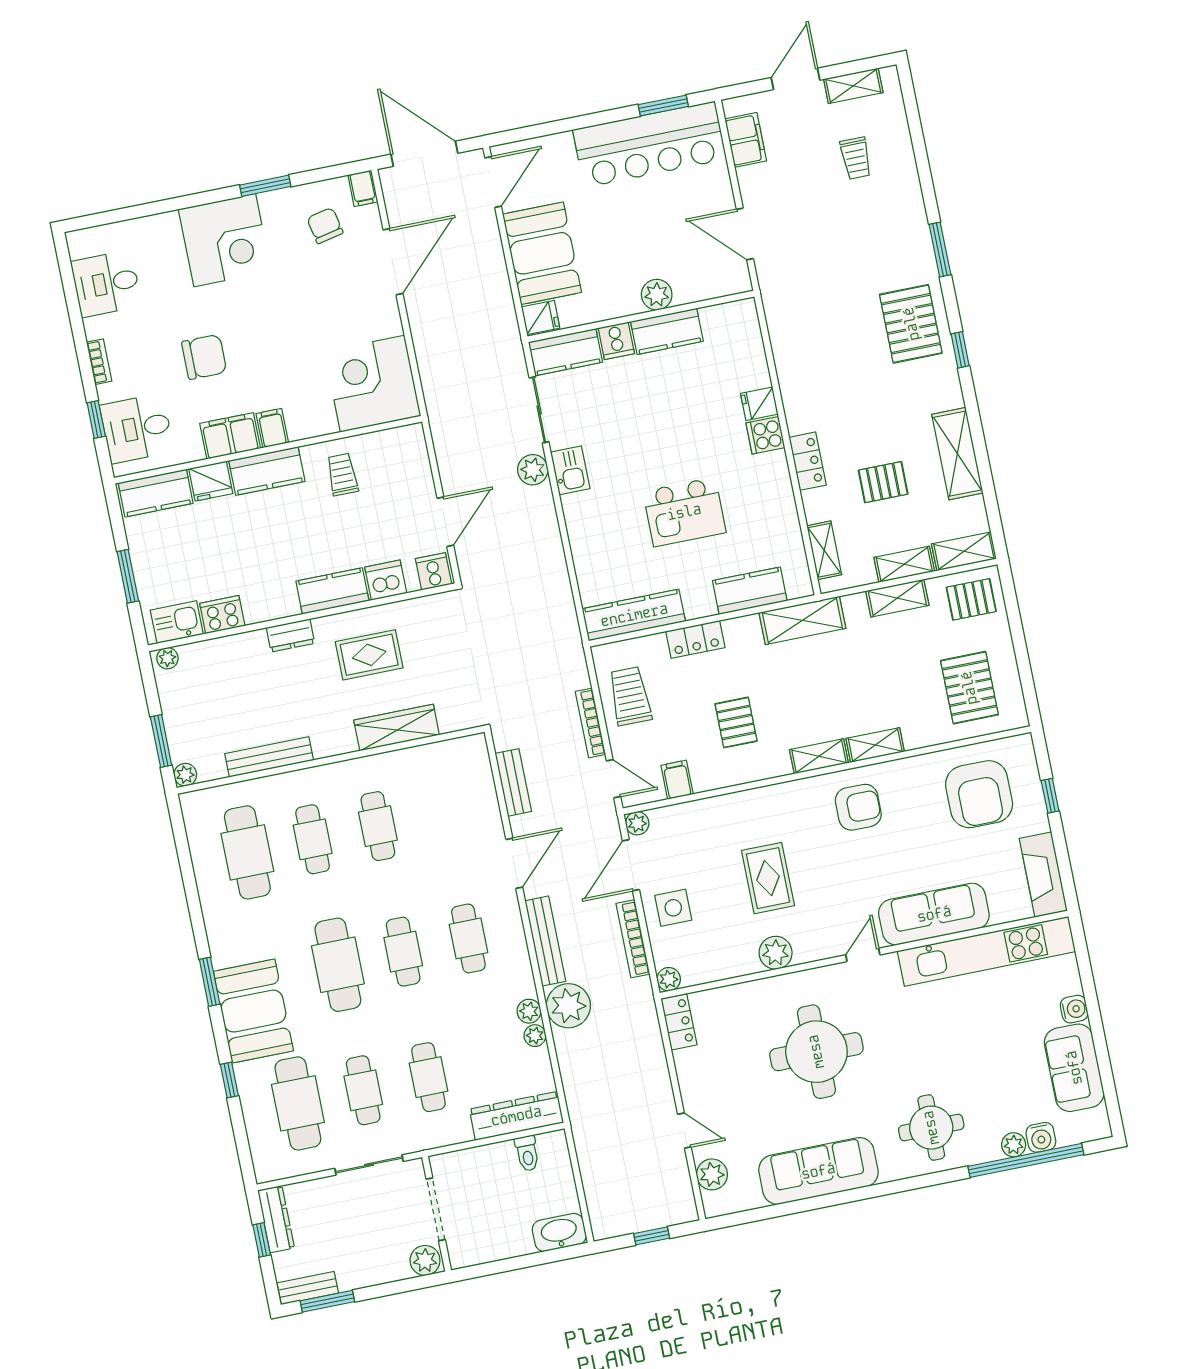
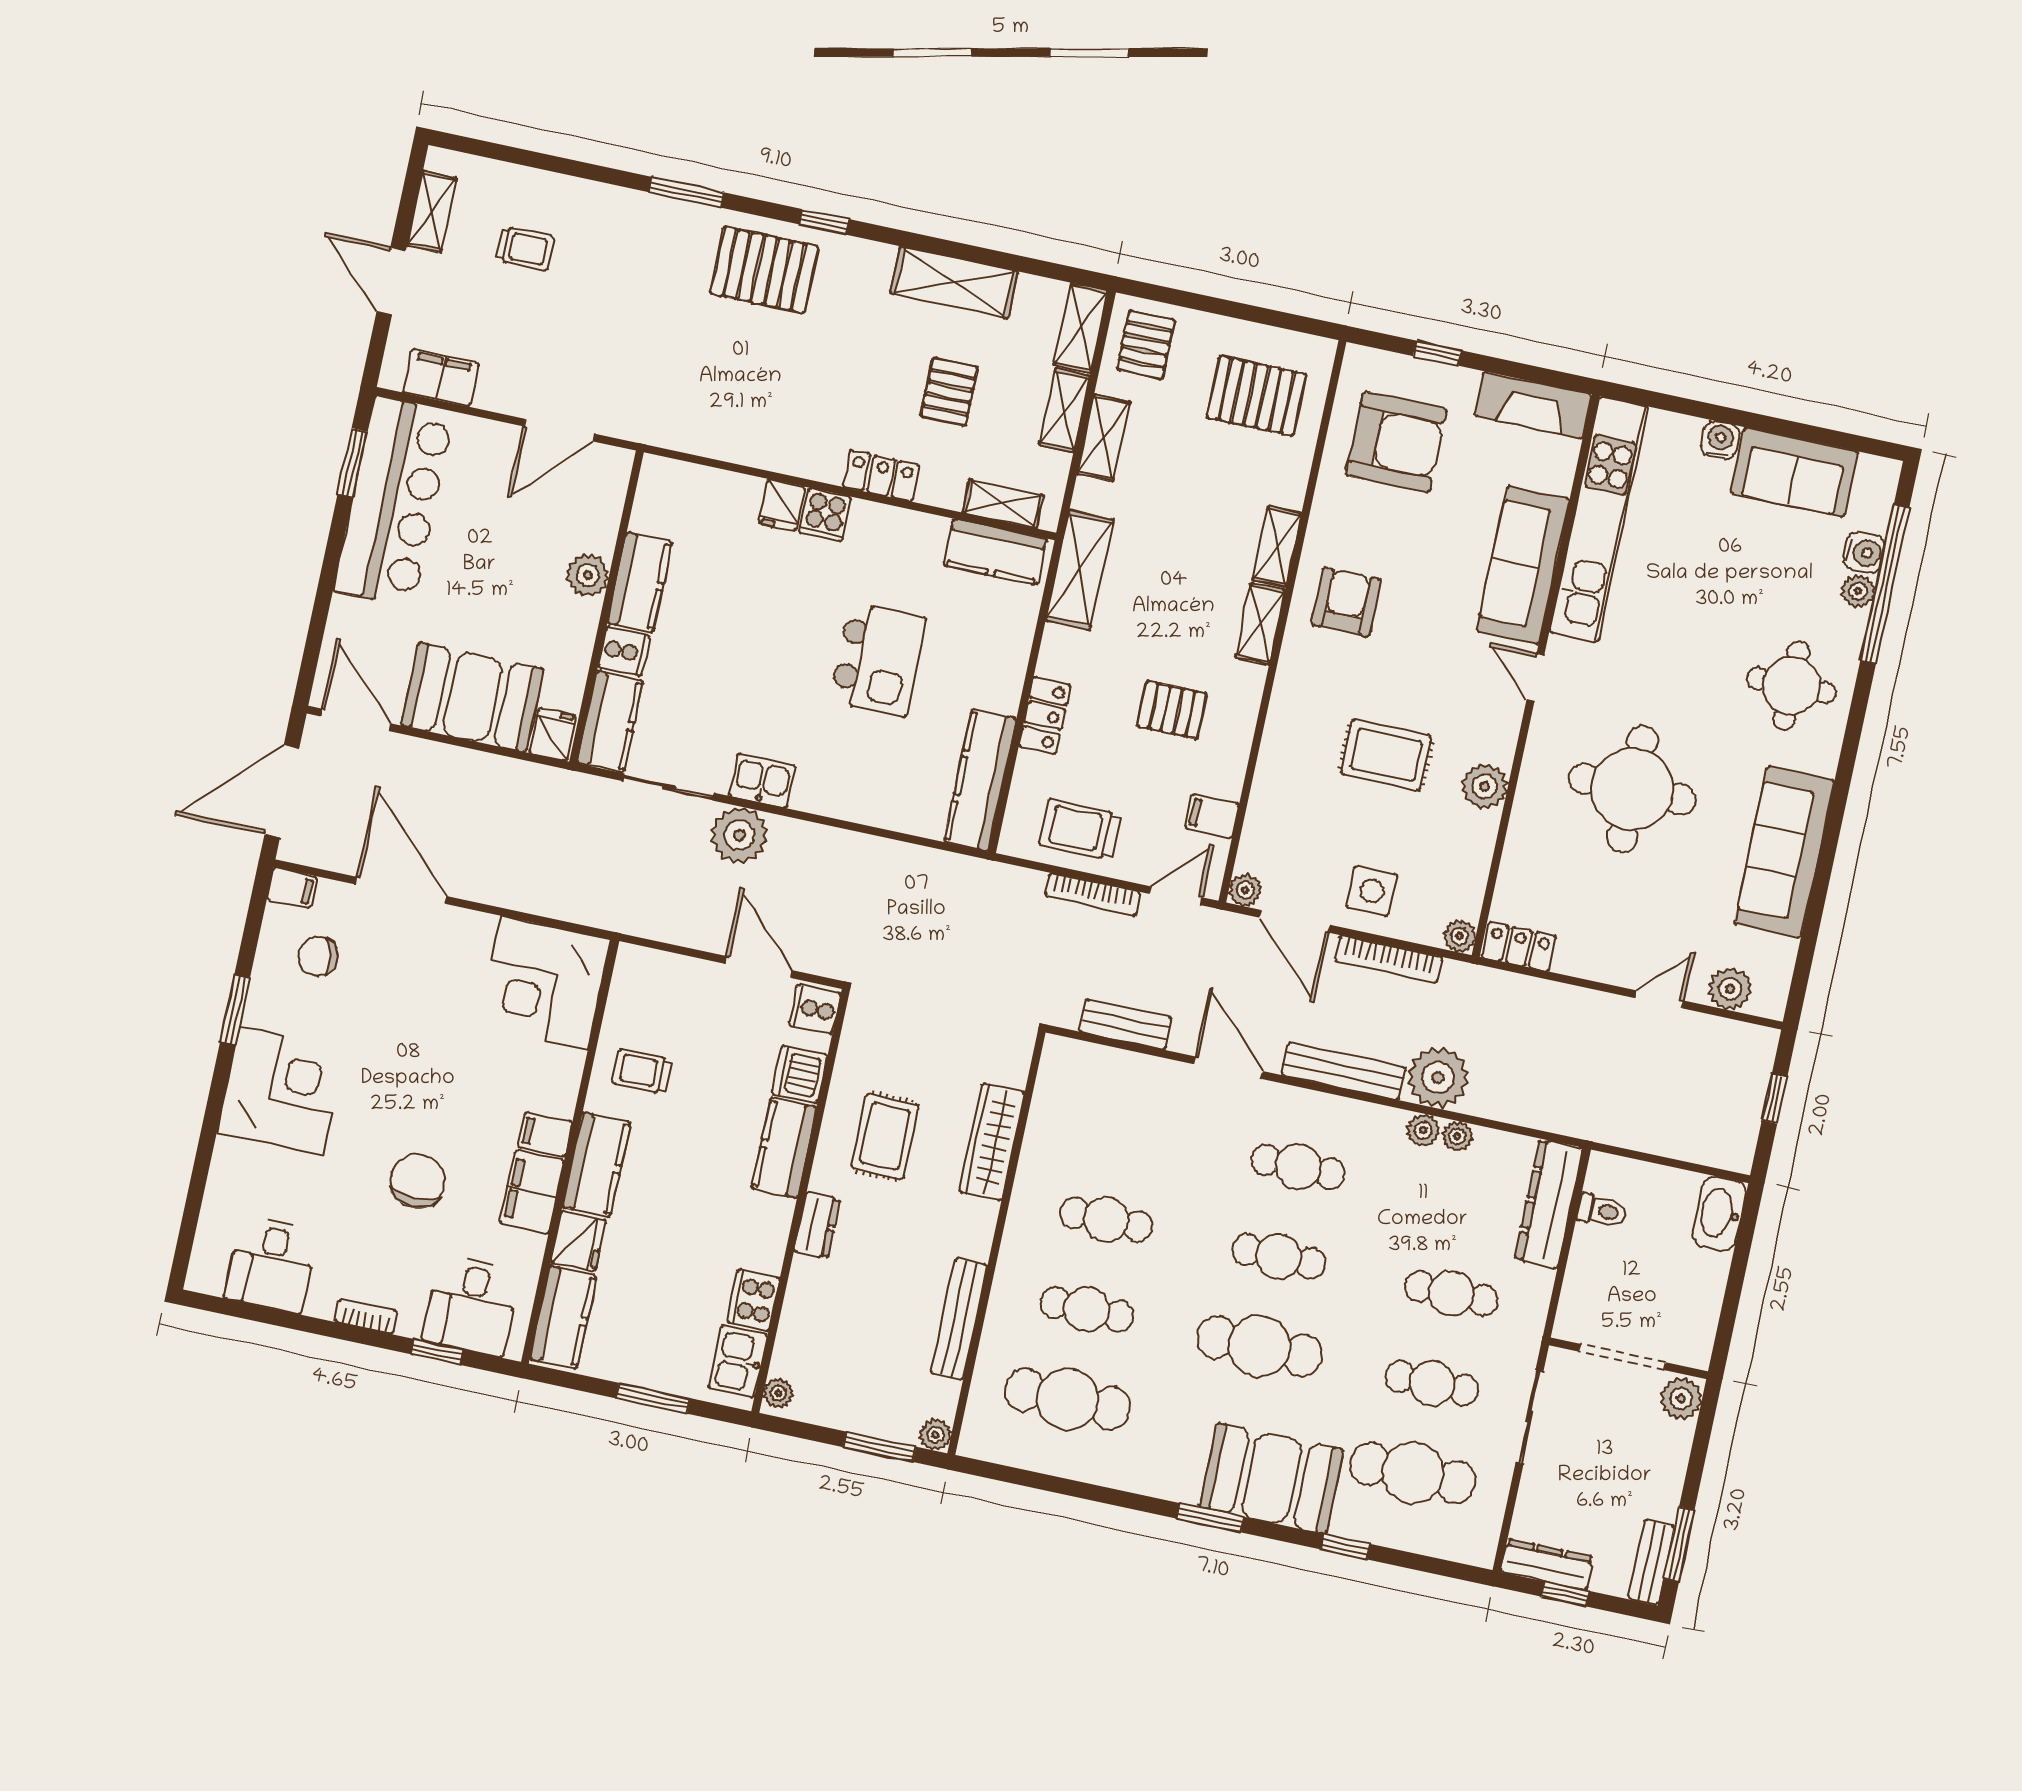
plant: (533, 470) -> (739, 835), width x1.36, depth x1.36
kitchen counter: (750, 591) -> (995, 552), moved, turned -90

